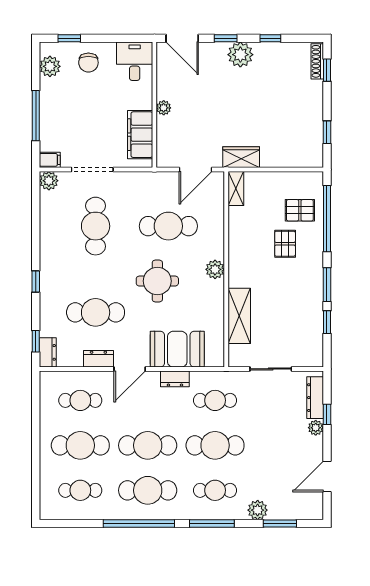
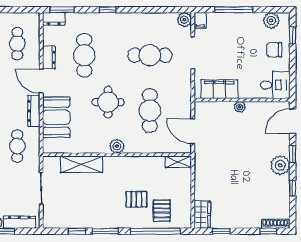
wardrobe: (241, 157) -> (202, 215), moved
window: (36, 341) -> (62, 10), width x1.50
dresser: (175, 379) -> (34, 111), width x1.44

